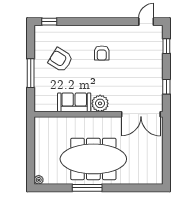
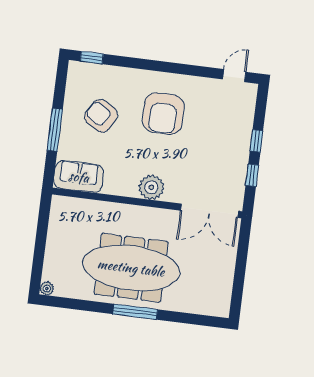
window: (166, 46) -> (256, 141), moved
armchair: (102, 53) -> (163, 114), width x1.88, depth x1.88
sofa: (74, 102) -> (79, 177), moved
window: (87, 188) -> (135, 312), moved

